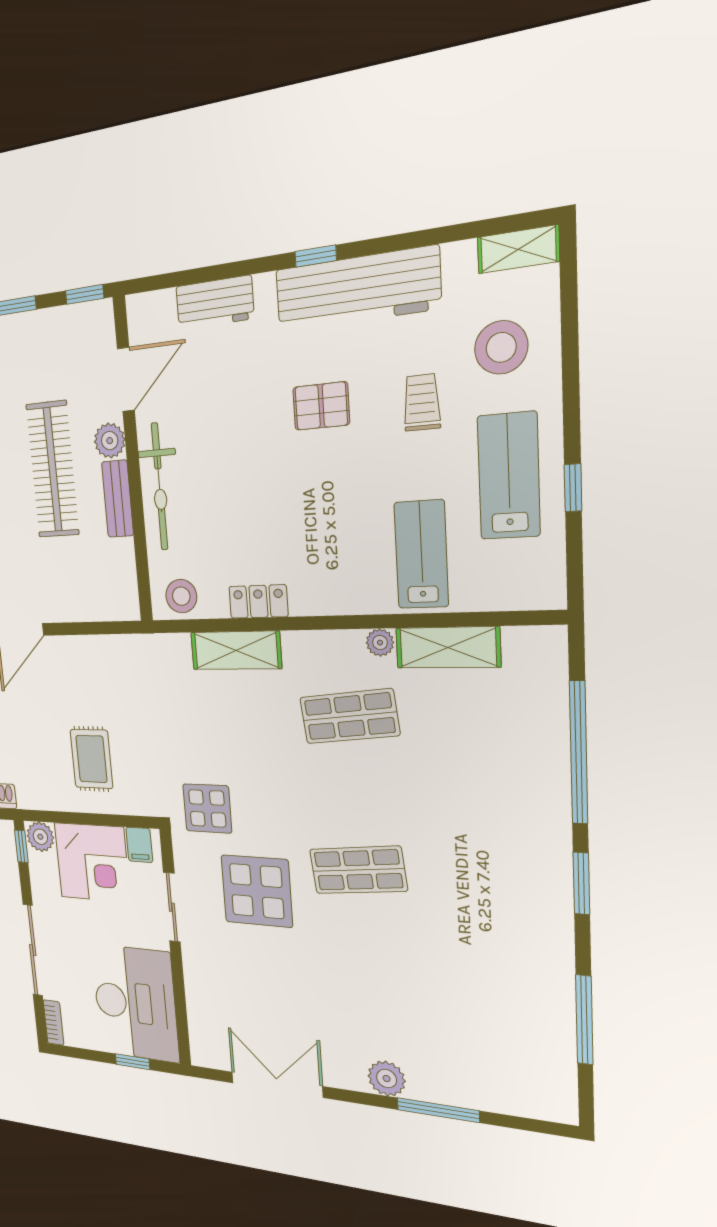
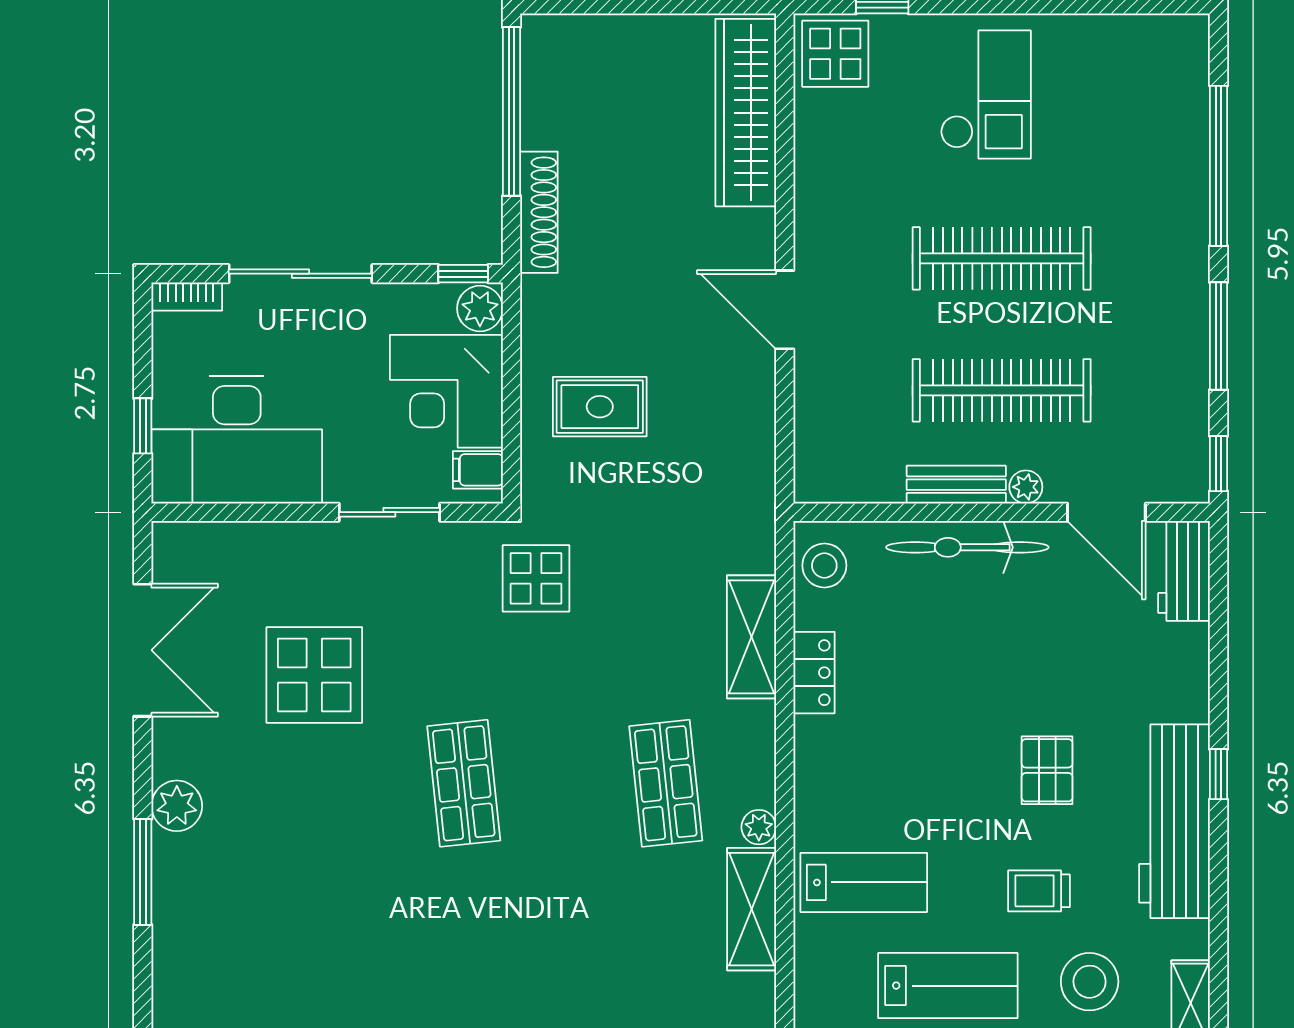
workbench: (215, 303) -> (1184, 571), moved
trolley: (422, 402) -> (1039, 891), turned 180
plant: (110, 441) -> (1026, 487), width x0.73, depth x0.73
display table: (257, 891) -> (314, 675), moved

